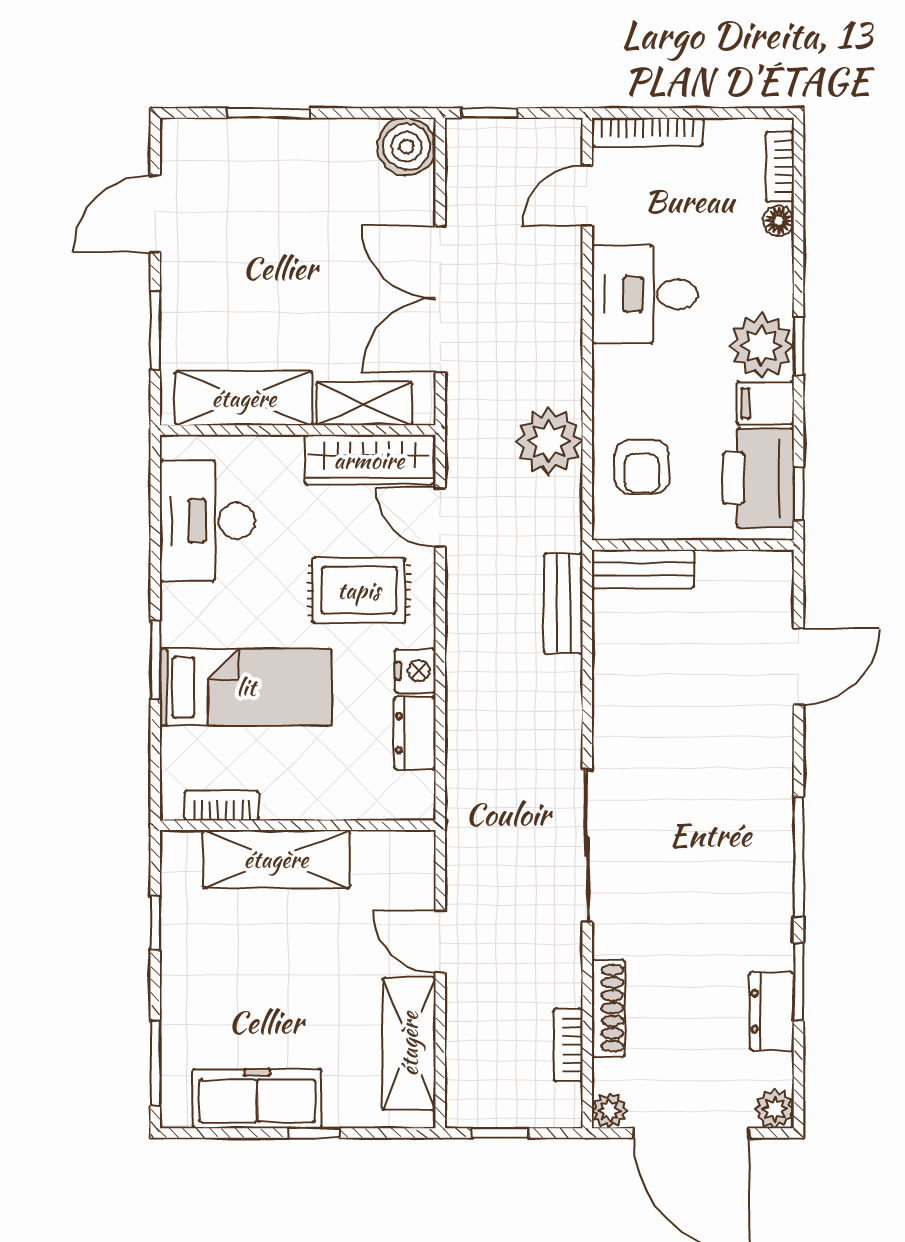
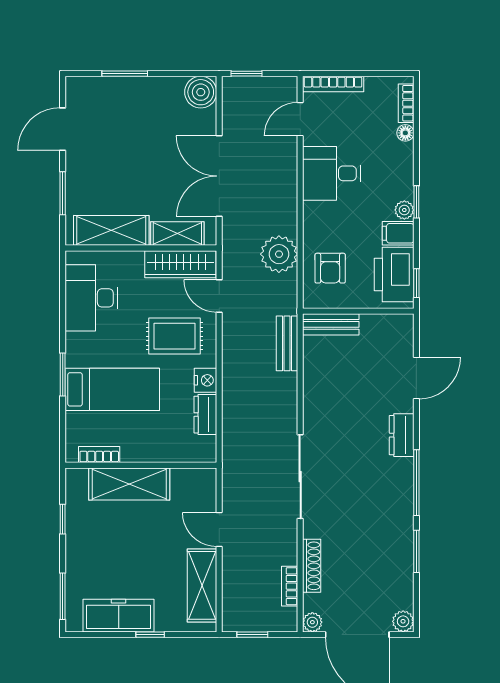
plant: (762, 346) -> (404, 210), width x0.53, depth x0.53
dresser: (772, 1011) -> (402, 435), moved

